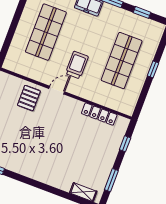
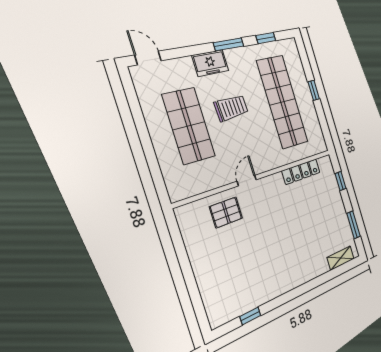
shop shelf: (122, 61) -> (282, 102), width x1.40
trolley: (77, 65) -> (231, 108), moved, turned 87
pallet: (29, 98) -> (226, 212), turned 90

